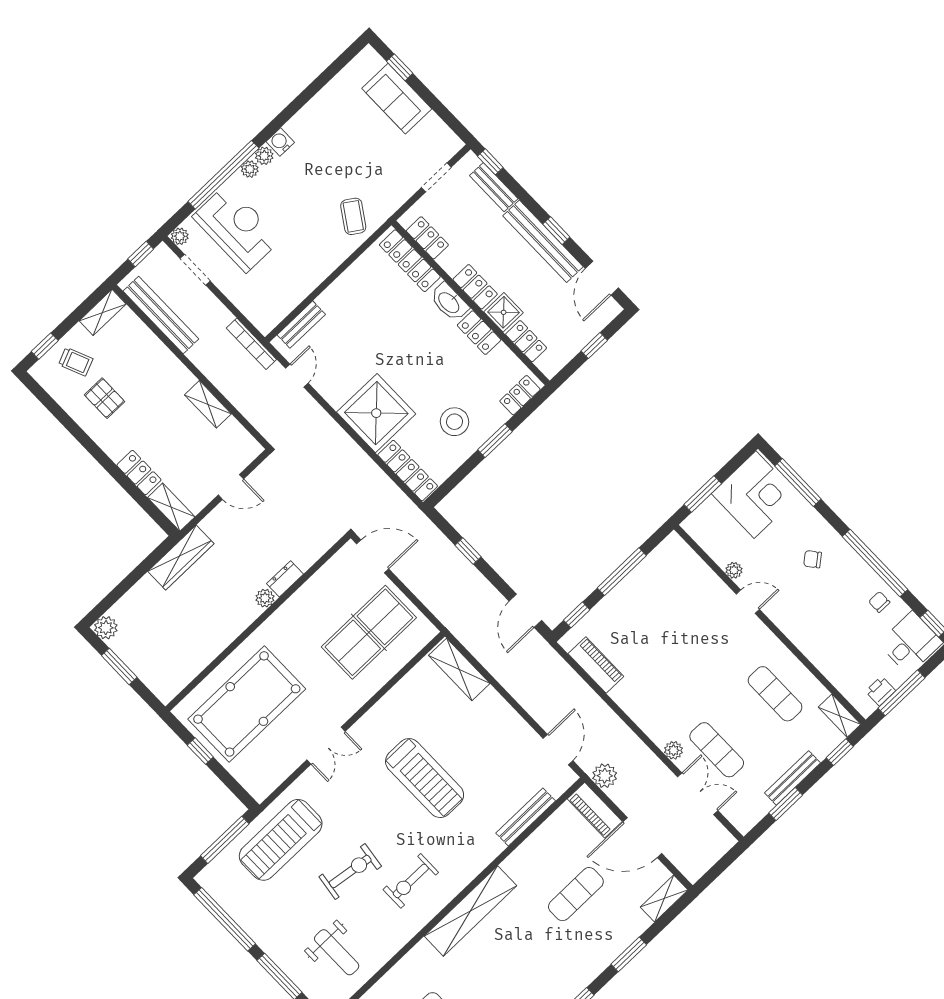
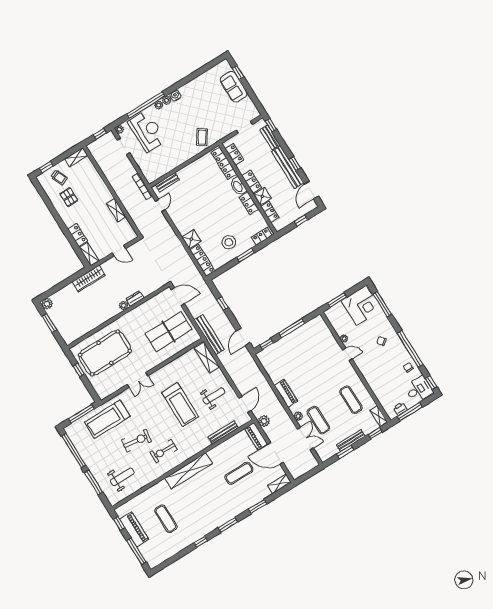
bench: (161, 315) -> (209, 335), moved
shower: (376, 413) -> (191, 239), width x0.54, depth x0.54
piano: (596, 665) -> (286, 393), moved
weight bench: (491, 745) -> (214, 396), added
weight bench: (337, 952) -> (122, 477), turned -90

